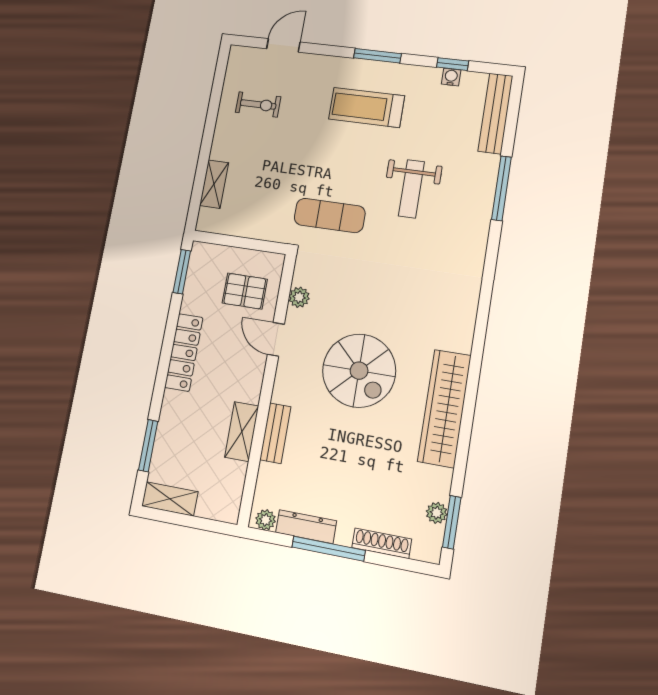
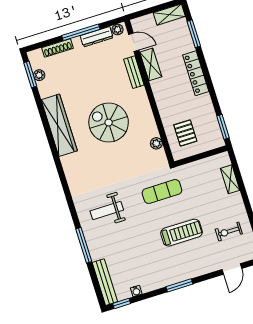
window: (453, 64) -> (122, 304), moved
treadmill: (367, 107) -> (182, 233), moved
weight bench: (411, 189) -> (107, 210), moved, turned -90
pallet: (245, 291) -> (185, 133), turned 90
door: (276, 339) -> (134, 42), moved
locker: (184, 352) -> (196, 73), moved

